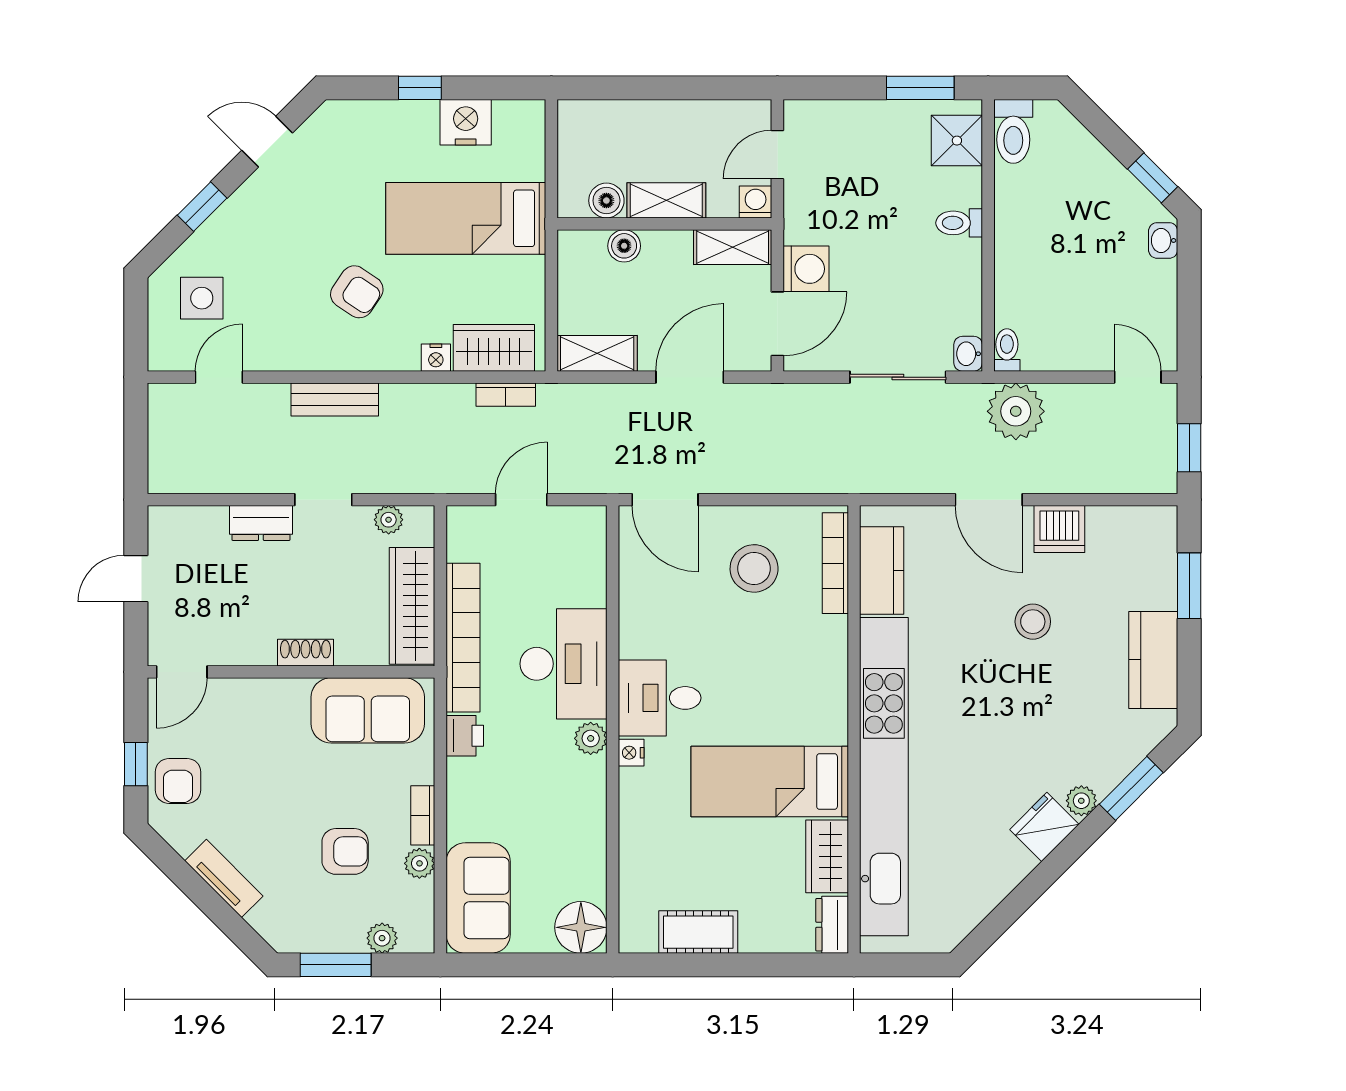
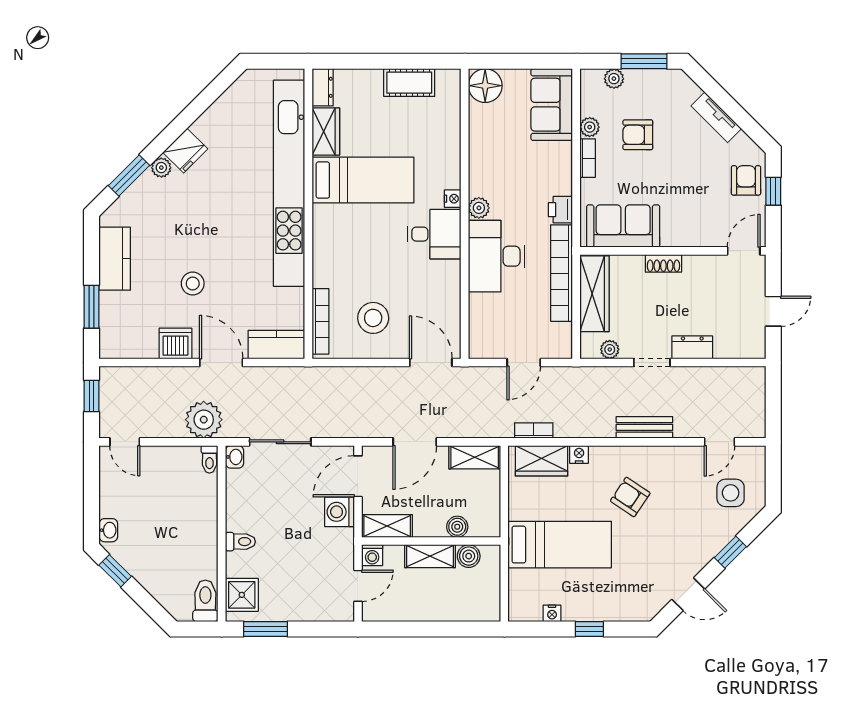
nightstand: (466, 122) -> (552, 613), width x0.53, depth x0.56
kitchen counter: (882, 571) -> (276, 345), moved, turned 90

